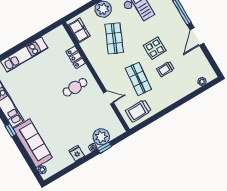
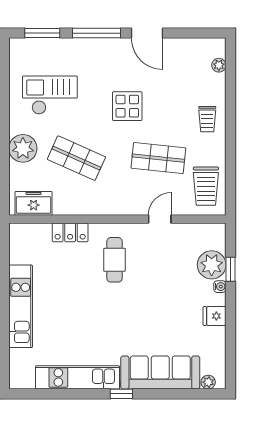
trolley: (165, 69) -> (207, 119), moved

